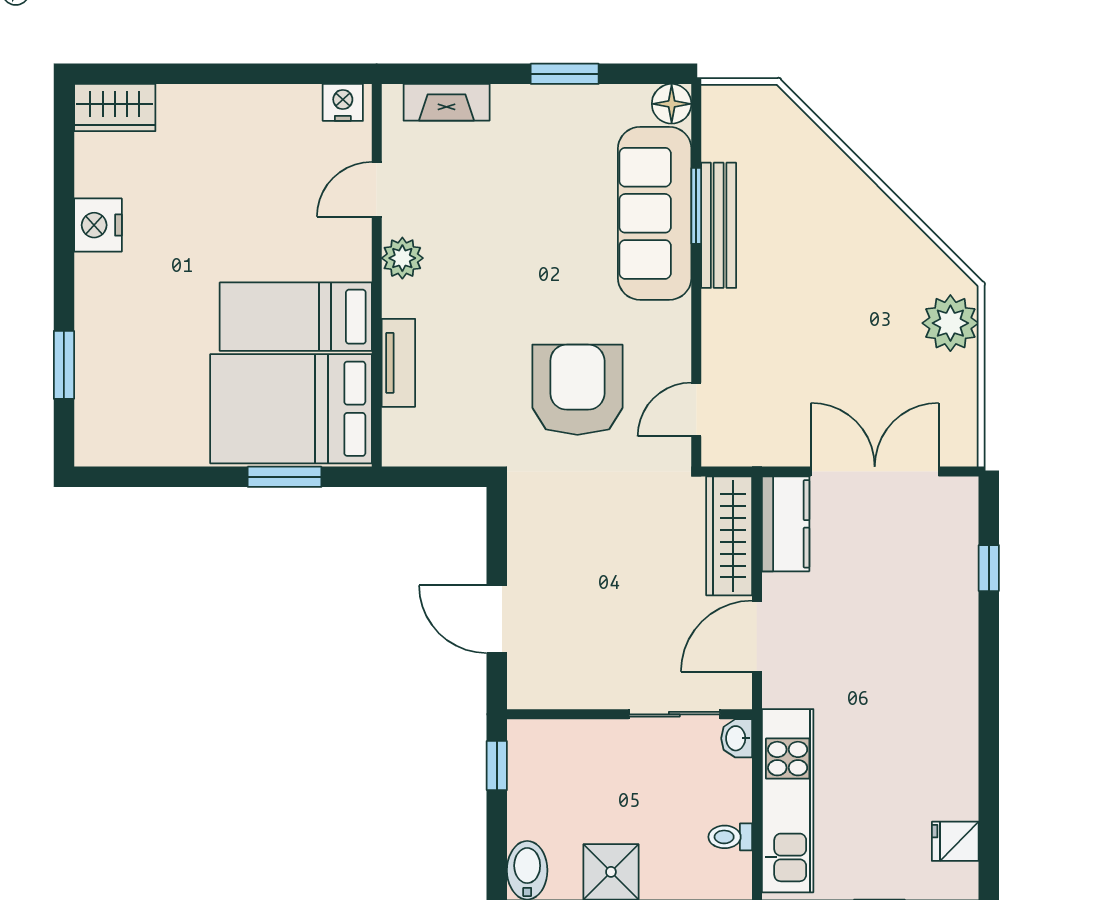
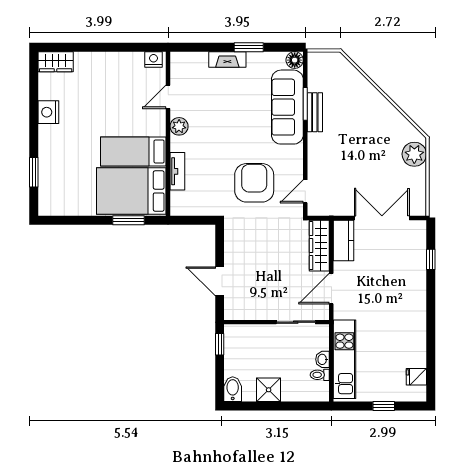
fireplace: (447, 102) -> (227, 59), moved
bench: (719, 225) -> (315, 112), width x0.73
washbasin: (737, 738) -> (323, 359), moved

